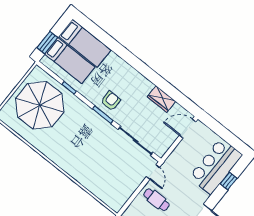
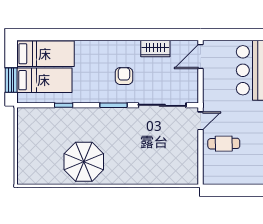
armchair: (111, 101) -> (124, 76), moved
parasol: (40, 105) -> (84, 162), moved, width x0.73, depth x0.73
door: (153, 172) -> (201, 121), hinge flipped

